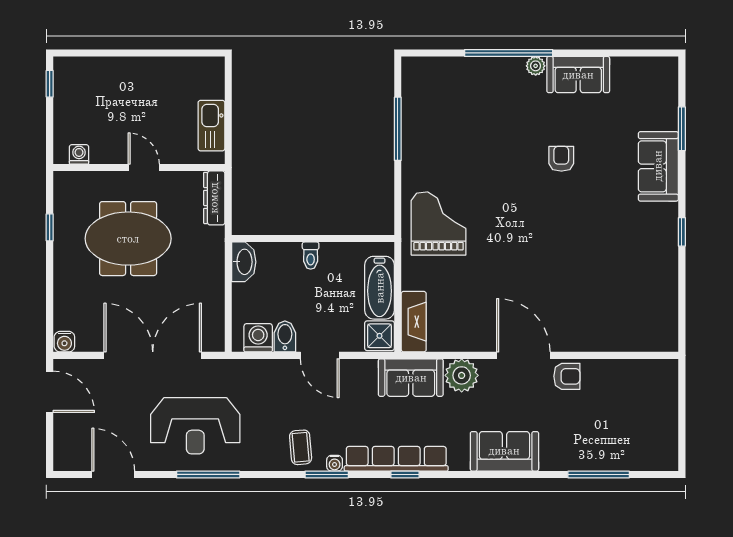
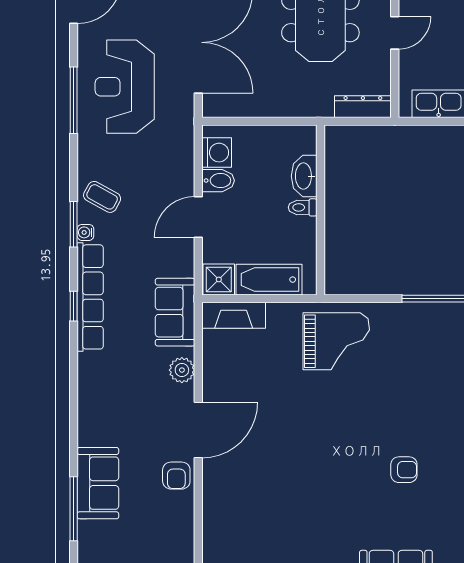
washbasin: (244, 262) -> (304, 176), moved, turned 90
plant: (462, 375) -> (182, 370), width x0.73, depth x0.73
coffee table: (301, 447) -> (102, 197), turned 34
sofa: (504, 451) -> (98, 483), moved

